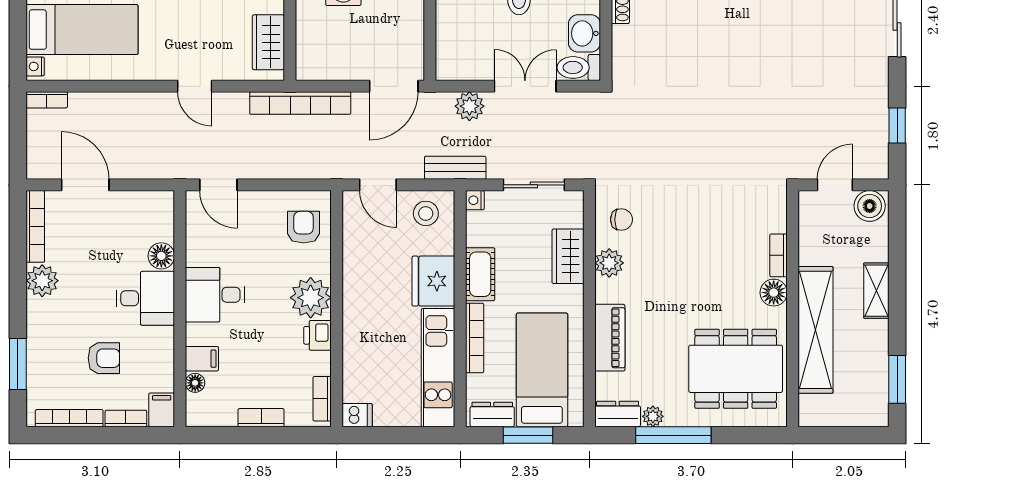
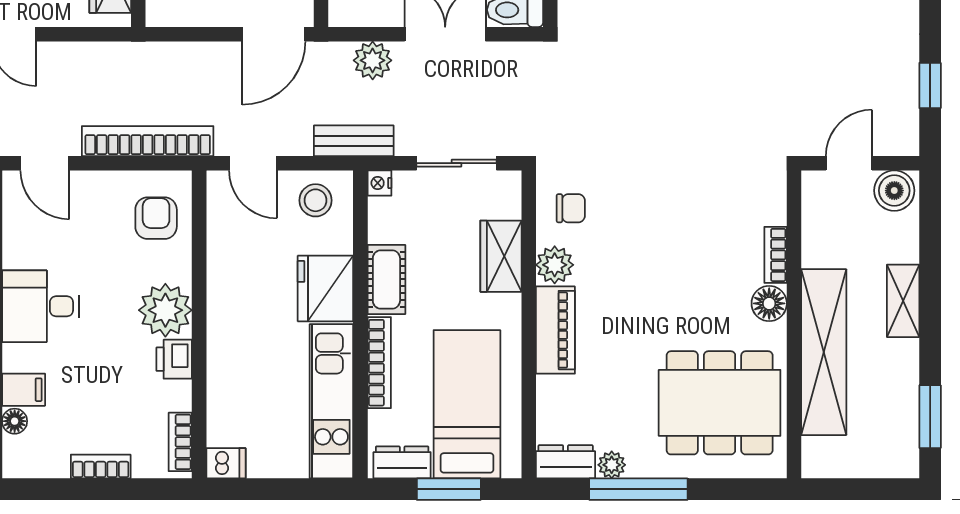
bookcase: (300, 103) -> (148, 141), moved, turned 180
piano: (610, 338) -> (555, 330), moved

